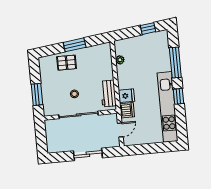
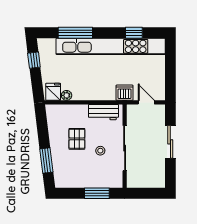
window: (75, 45) -> (46, 160), moved
pallet: (67, 63) -> (77, 139), moved
fridge: (126, 96) -> (53, 92), moved
window: (178, 96) -> (134, 33), moved
kitchen unit: (168, 107) -> (111, 46), width x1.36

